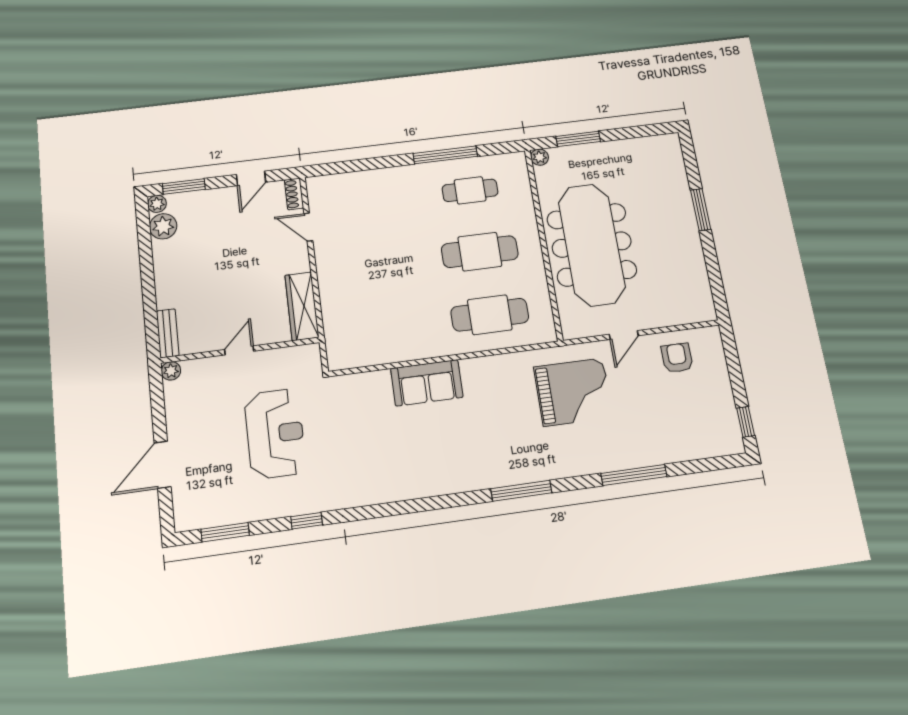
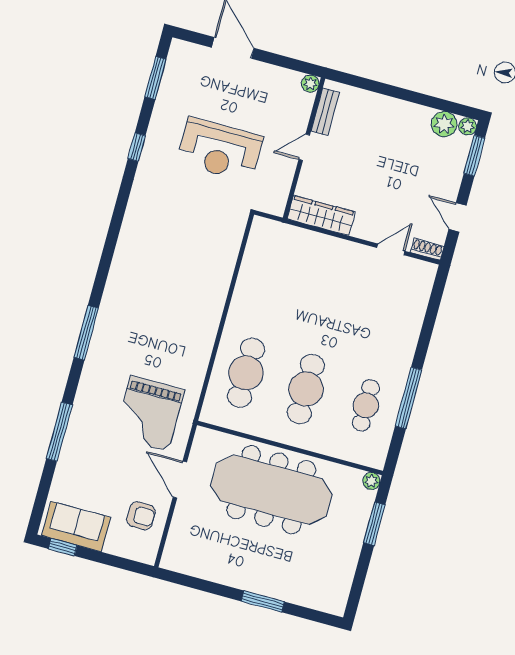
bench: (168, 333) -> (325, 112), moved, turned 90
door: (624, 335) -> (180, 480), width x1.38
door: (239, 350) -> (304, 147), swing flipped
sofa: (427, 383) -> (76, 526), moved, turned 90

